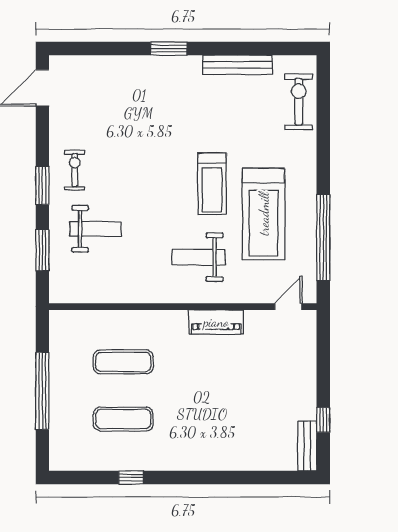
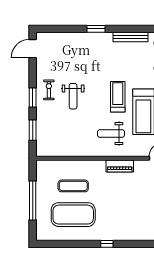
treadmill: (212, 184) -> (118, 97), turned 180
weight bench: (96, 229) -> (73, 96), moved, turned 90
exercise mat: (123, 419) -> (73, 215), width x2.00, depth x1.45
window: (131, 477) -> (107, 244), moved

